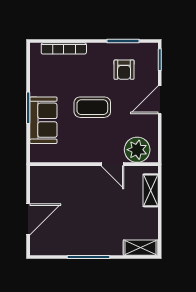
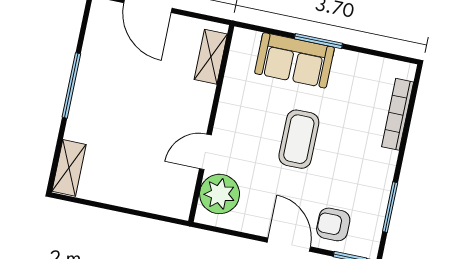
armchair: (124, 70) -> (333, 224), moved
shelving: (151, 190) -> (211, 57), moved, turned 90

